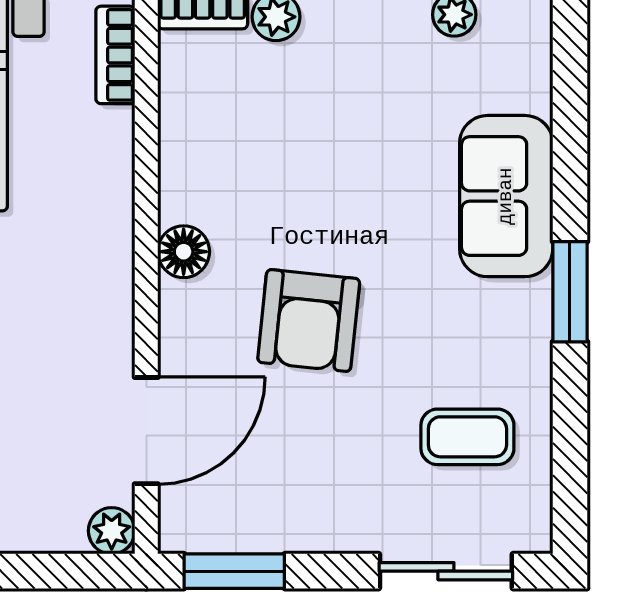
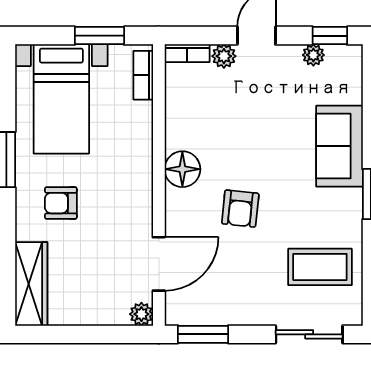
floor lamp: (184, 252) -> (182, 169), width x1.38, depth x1.38
armchair: (309, 321) -> (240, 209), width x0.72, depth x0.72
coffee table: (467, 437) -> (320, 267), width x1.36, depth x1.30

